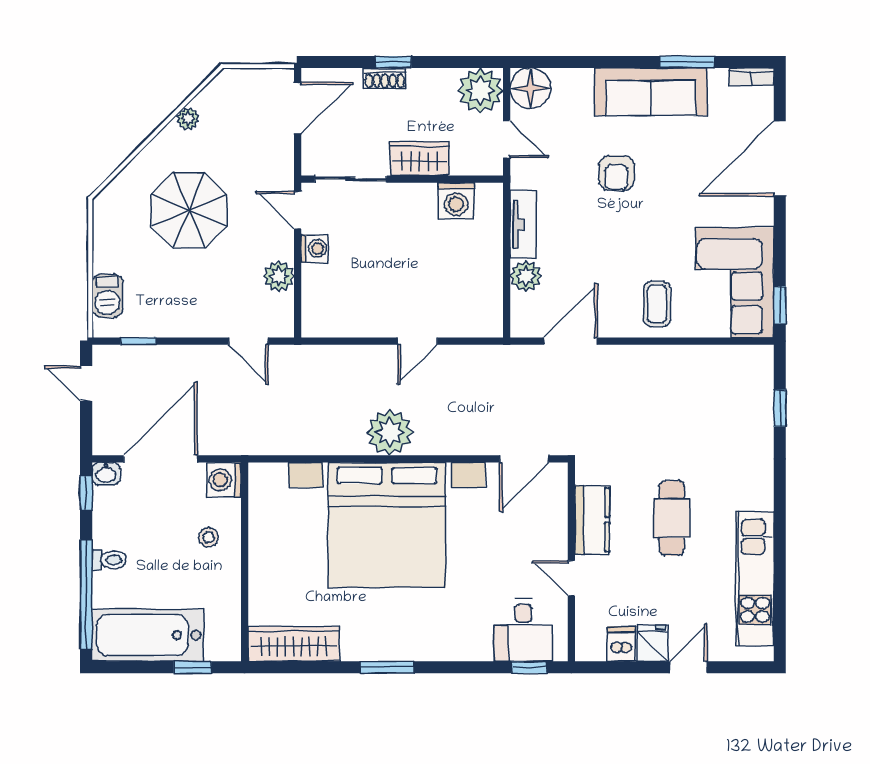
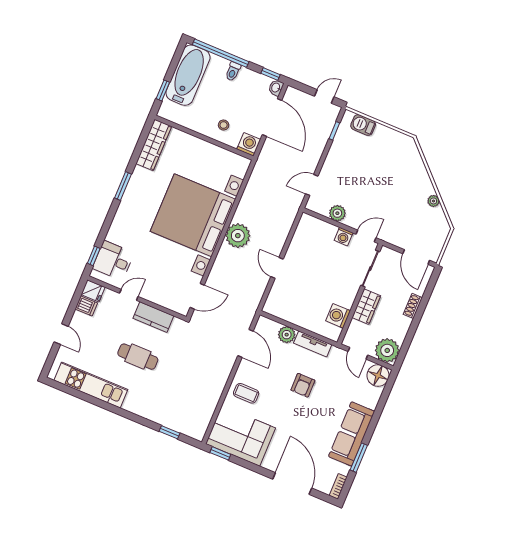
window: (393, 62) -> (419, 313), removed
door: (507, 139) -> (358, 353), hinge flipped
armchair: (617, 173) -> (303, 385), moved, turned -90
parasol: (189, 210) -> (388, 183), removed
door: (524, 459) -> (197, 296), swing flipped
fridge: (653, 643) -> (93, 291), moved

